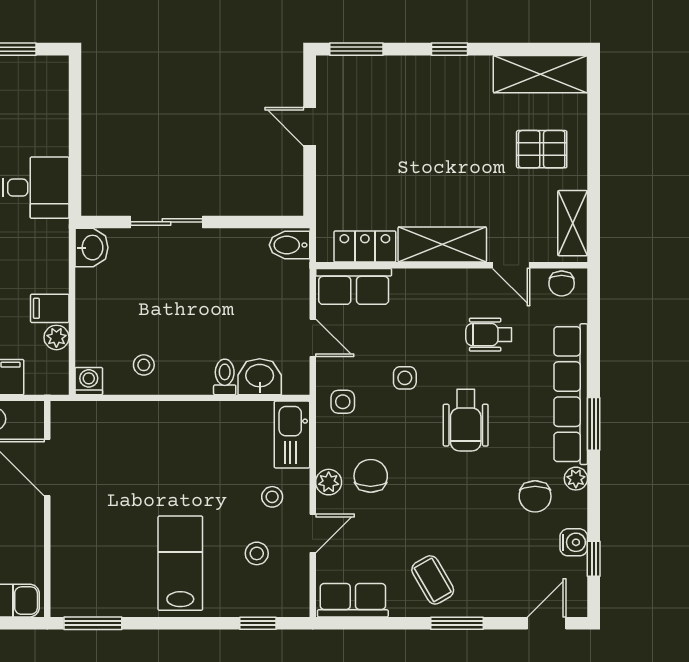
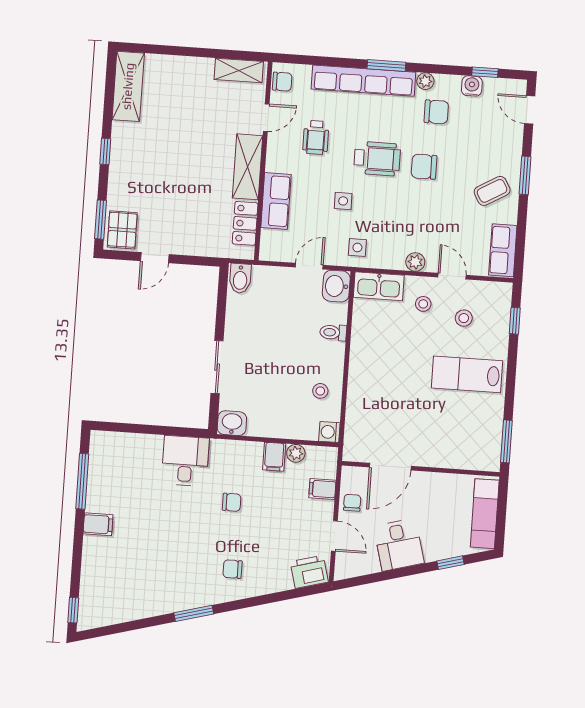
pallet: (542, 149) -> (122, 230), moved
row of seats: (354, 286) -> (276, 201), moved
washbasin: (260, 377) -> (336, 286), moved
chair: (371, 476) -> (424, 167), moved

